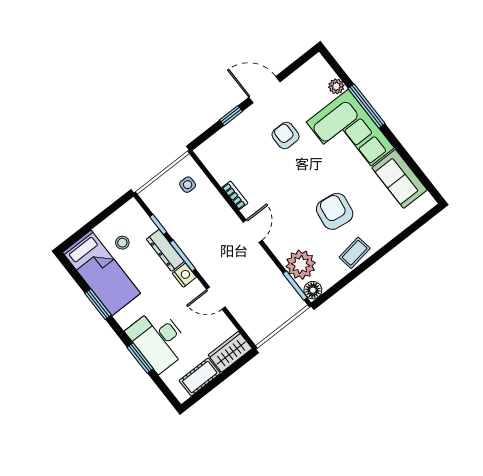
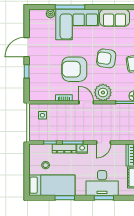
armchair: (285, 135) -> (74, 69), moved, width x1.88, depth x1.88
plant: (301, 265) -> (103, 93), moved

